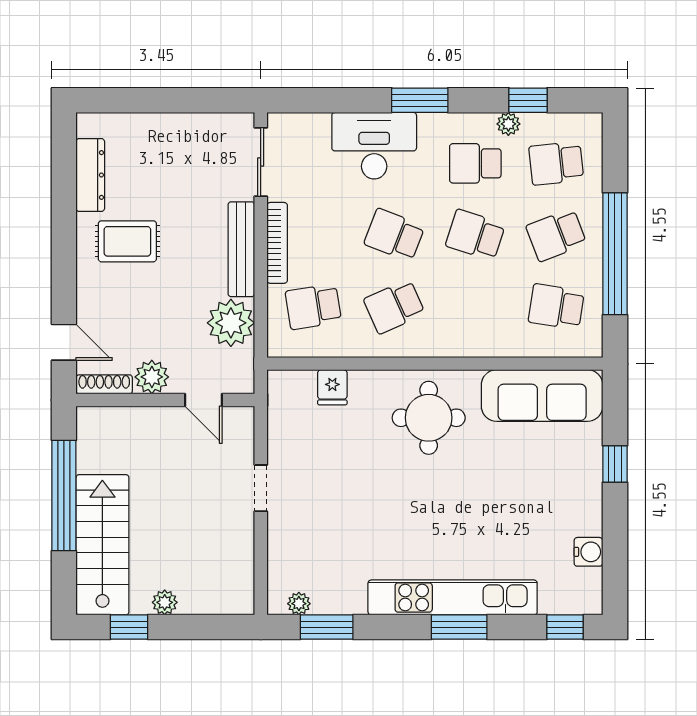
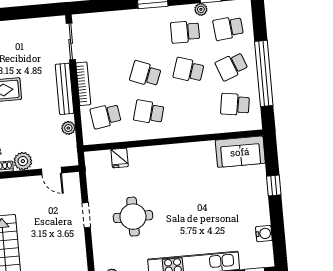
desk: (374, 146) -> (130, 27), removed
school desk: (394, 307) -> (149, 112), turned 39
plant: (231, 323) -> (68, 128), width x0.53, depth x0.53
sofa: (542, 396) -> (240, 152), width x0.73
round table: (429, 418) -> (133, 217), moved

